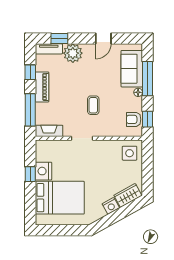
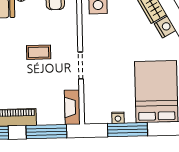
nightstand: (43, 171) -> (118, 118), width x0.53, depth x0.56
window: (30, 174) -> (127, 130), width x2.17

